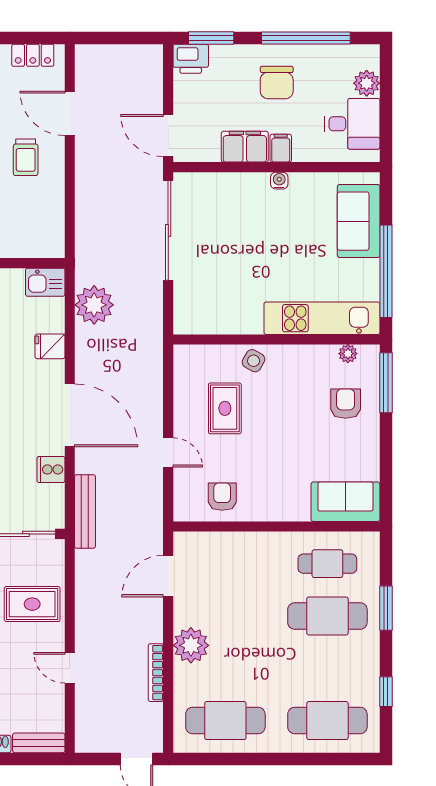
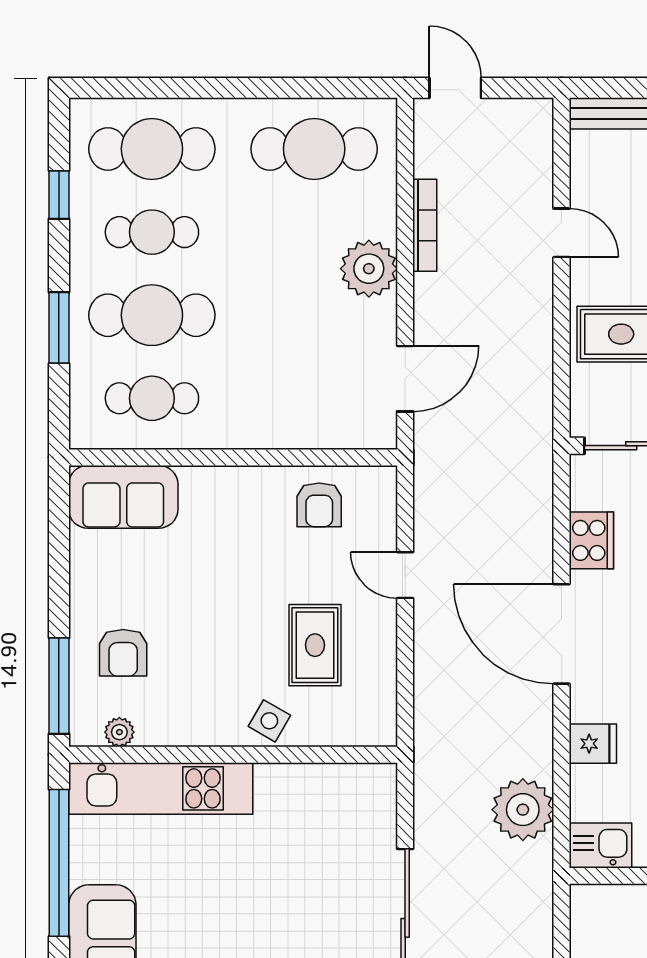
cooker: (51, 469) -> (591, 540), width x1.36
bench: (85, 511) -> (537, 481), removed
cafe table: (327, 668) -> (152, 232), added

